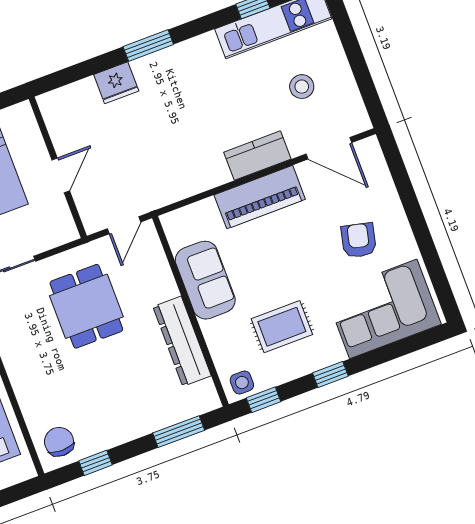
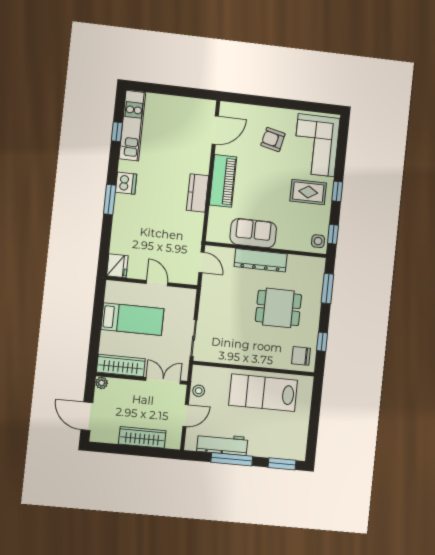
dishwasher: (184, 57) -> (126, 183), added
fridge: (116, 83) -> (117, 266), moved
stool: (302, 87) -> (174, 128), removed
kitchen counter: (257, 156) -> (198, 193), moved
dining table: (86, 306) -> (278, 308), moved
rug: (282, 327) -> (308, 192), moved, turned 90
dresser: (182, 341) -> (261, 260), moved

